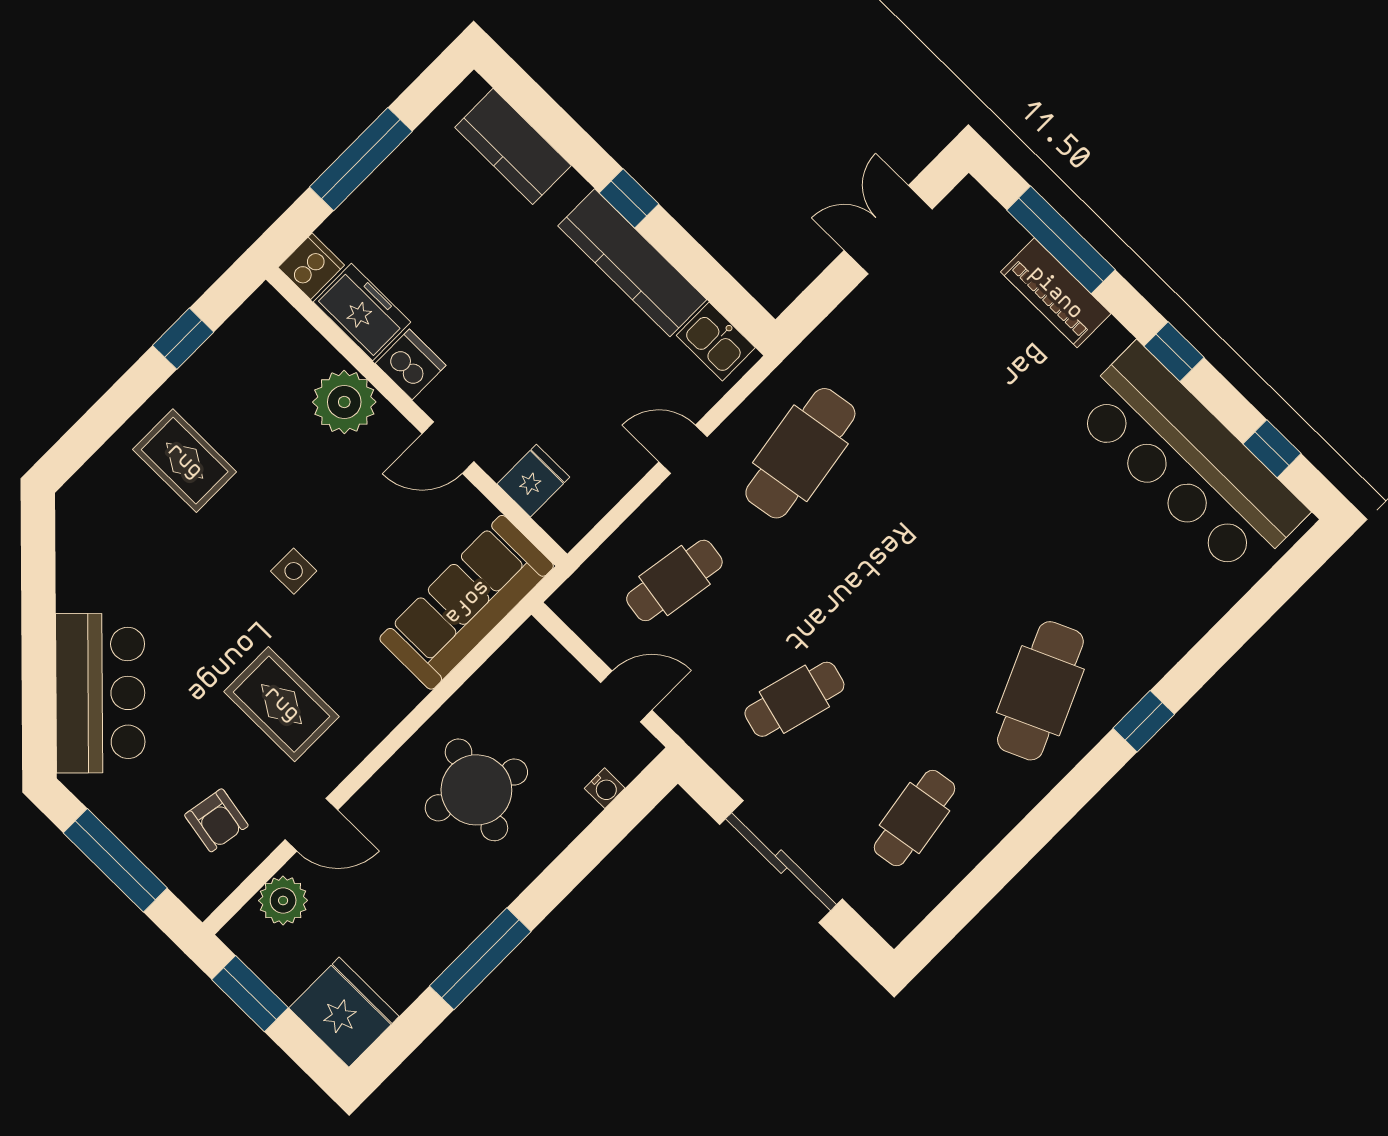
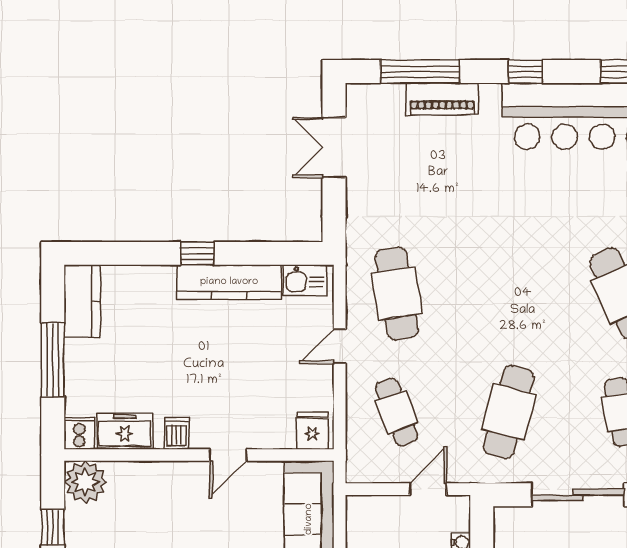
kitchen counter: (513, 146) -> (82, 301), moved, turned -90
dishwasher: (411, 364) -> (177, 433), width x0.73
plant: (344, 402) -> (85, 482), moved
fridge: (533, 481) -> (312, 431), moved
cafe table: (674, 580) -> (397, 412), turned -30
cafe table: (794, 699) -> (509, 412), width x1.37, depth x1.35

